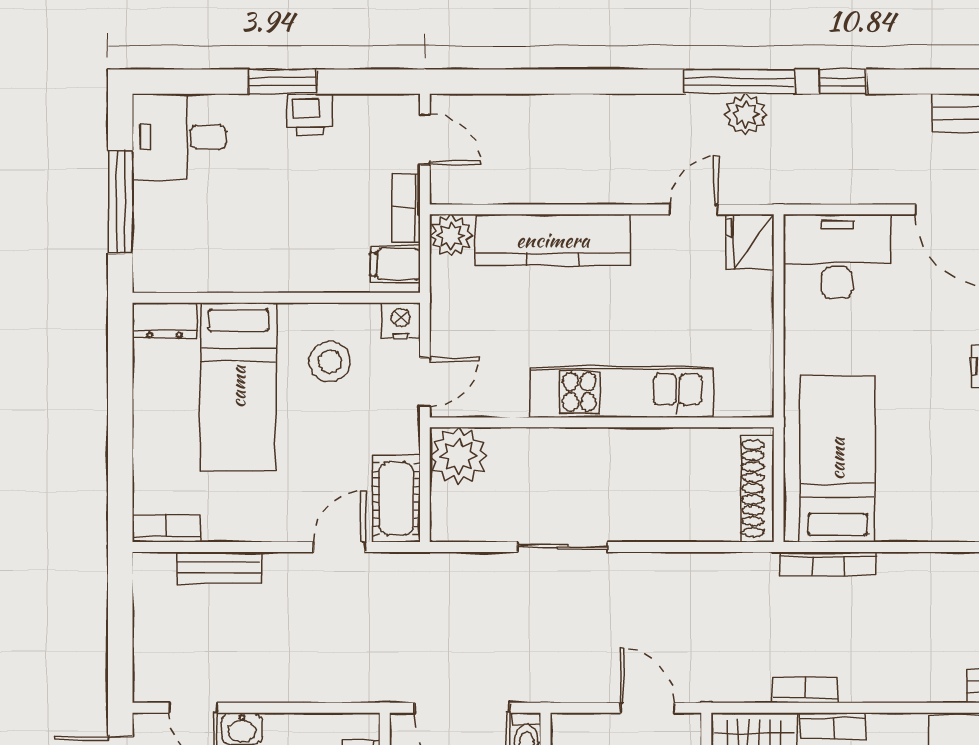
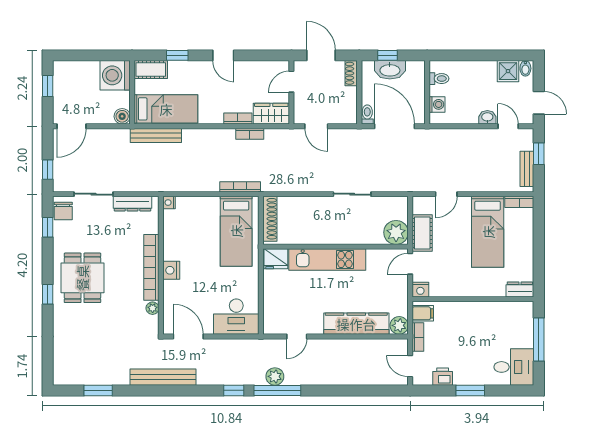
printer: (310, 114) -> (443, 377), moved
fridge: (750, 242) -> (276, 259), moved, turned 90
stool: (330, 361) -> (450, 272), removed
bed: (238, 387) -> (488, 232), moved, turned 180
cot: (396, 499) -> (422, 233), moved
bench: (219, 568) -> (527, 169), moved, turned 90
window: (120, 643) -> (539, 154), added

